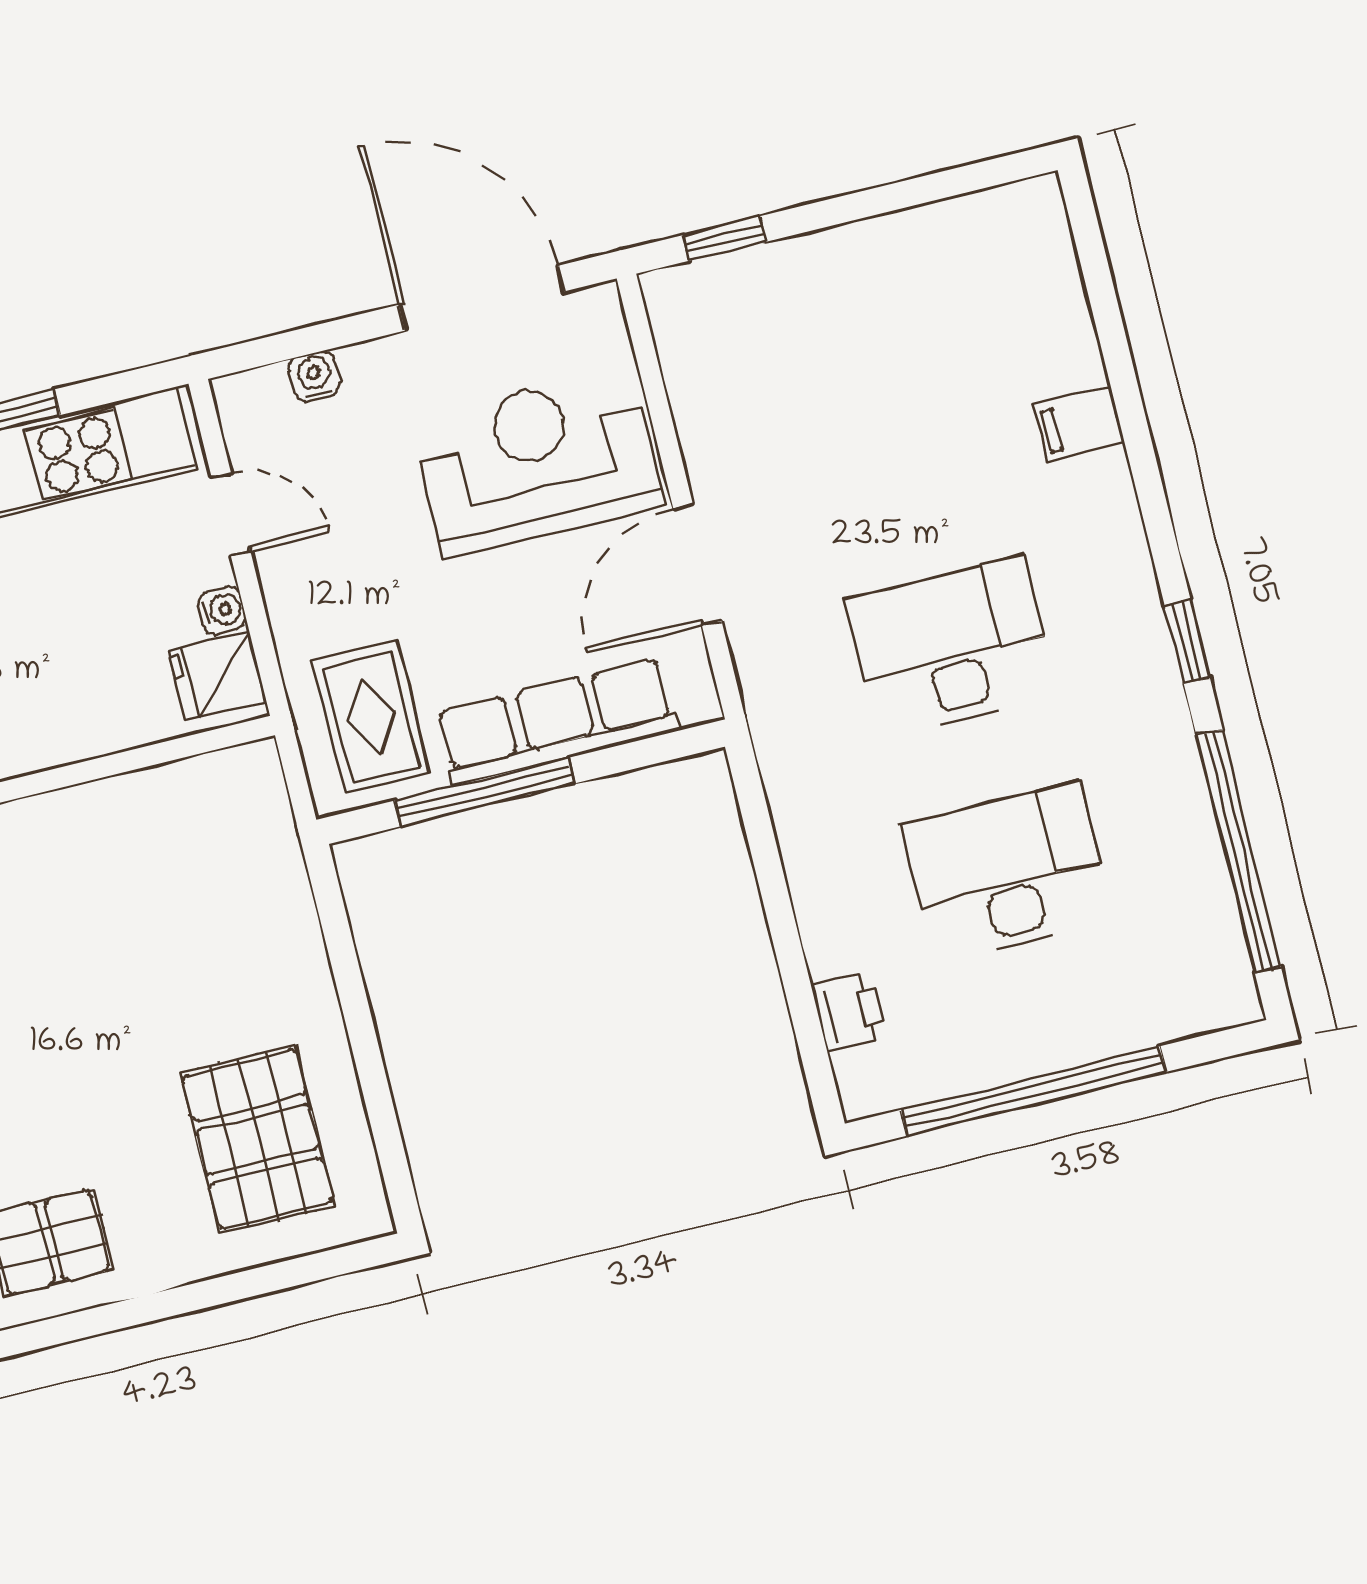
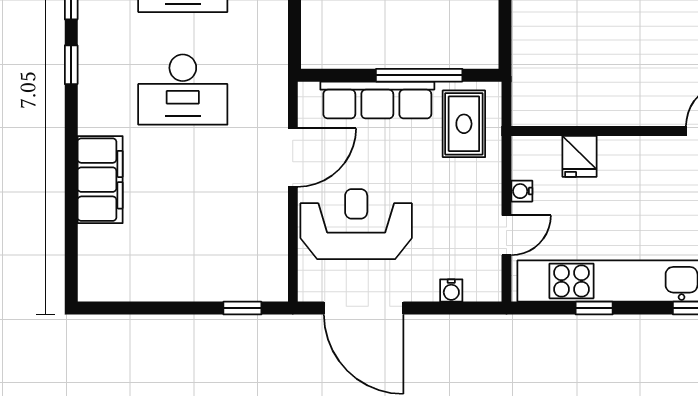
filing cabinet: (1079, 424) -> (100, 180), width x3.00, depth x1.17
reception desk: (538, 462) -> (356, 224), turned 180
door: (231, 514) -> (507, 235), swing flipped
fridge: (217, 676) -> (579, 156), moved, turned 90

